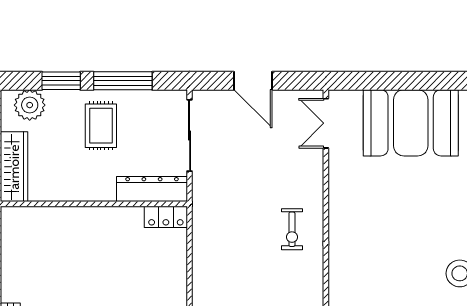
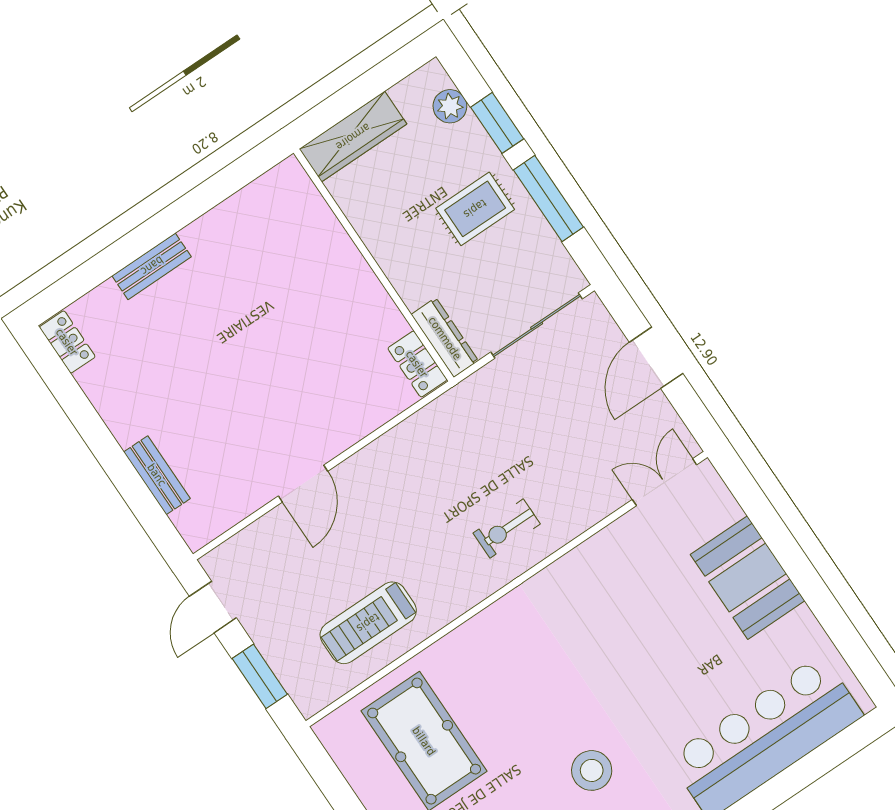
plant: (30, 105) -> (450, 106), width x0.73, depth x0.73
booth: (411, 123) -> (748, 578), width x0.73, depth x0.70
dresser: (152, 189) -> (445, 338), width x0.73, depth x0.80

